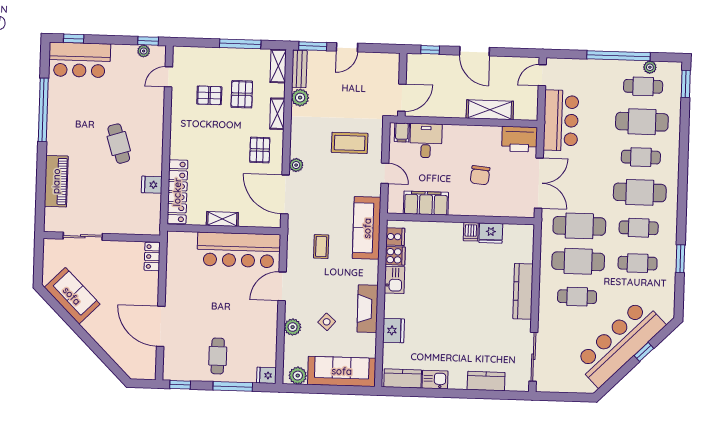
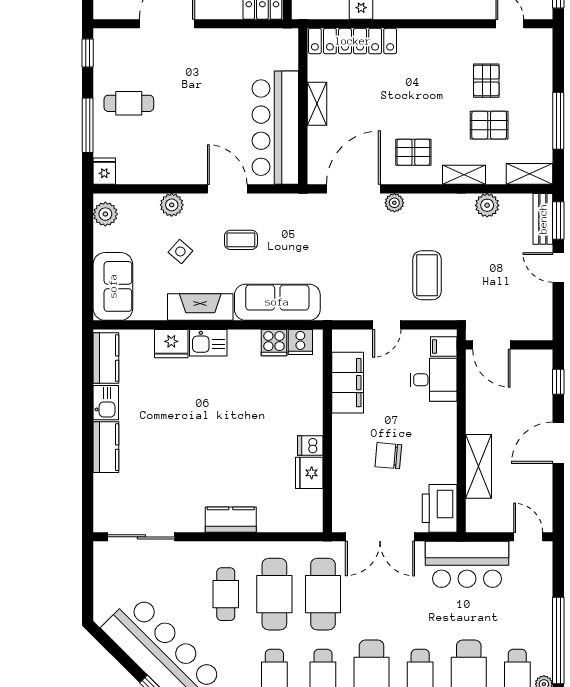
bench: (299, 69) -> (543, 219), moved, turned 90
sofa: (367, 228) -> (277, 302), moved
coffee table: (321, 247) -> (241, 240), moved
kitchen sink: (395, 280) -> (208, 343), moved
kitchen counter: (523, 291) -> (231, 520), width x0.67
sofa: (342, 371) -> (113, 286), width x0.73
kitchen counter: (486, 381) -> (106, 447), moved

